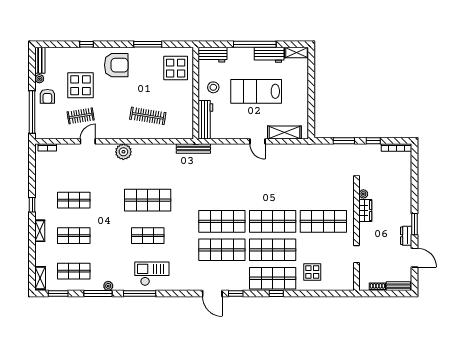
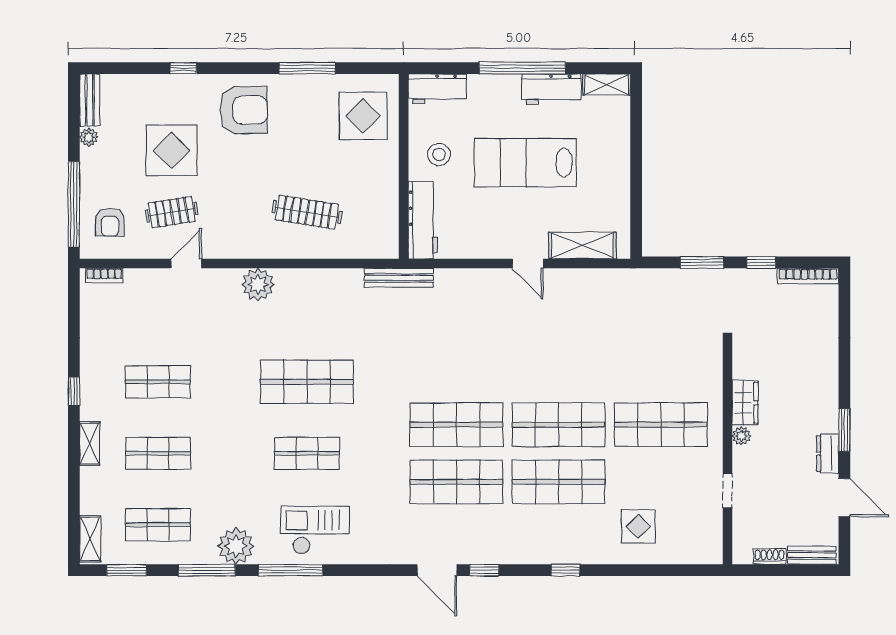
armchair: (47, 96) -> (110, 222), moved
plant: (363, 194) -> (741, 436), moved
shop shelf: (273, 278) -> (559, 539), removed
plant: (108, 286) -> (236, 546), width x1.87, depth x1.87

